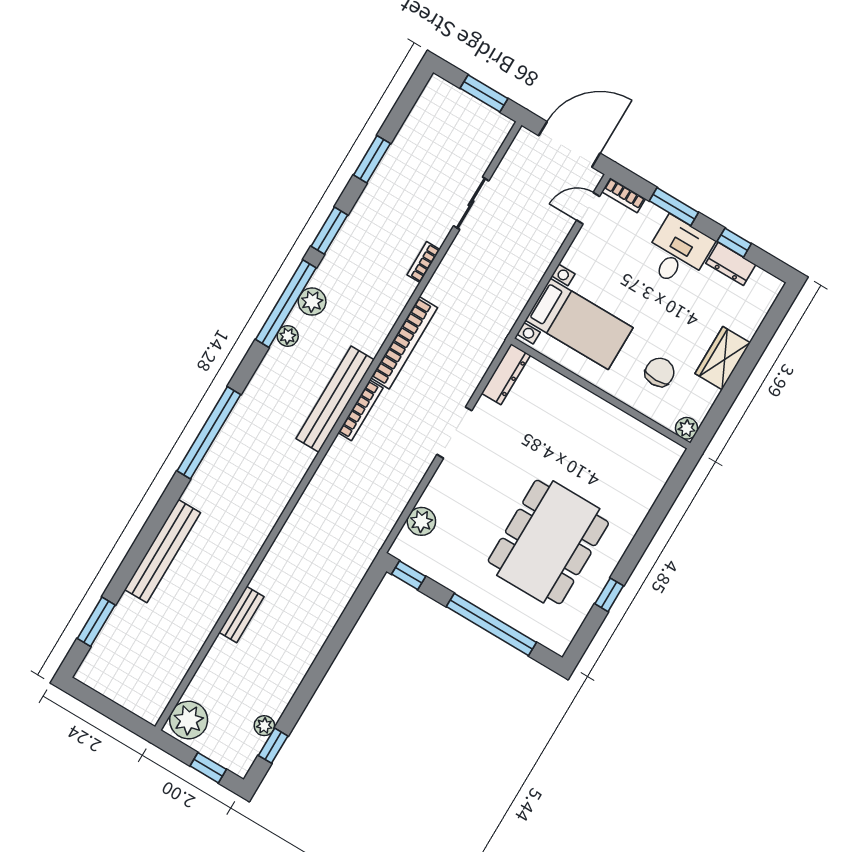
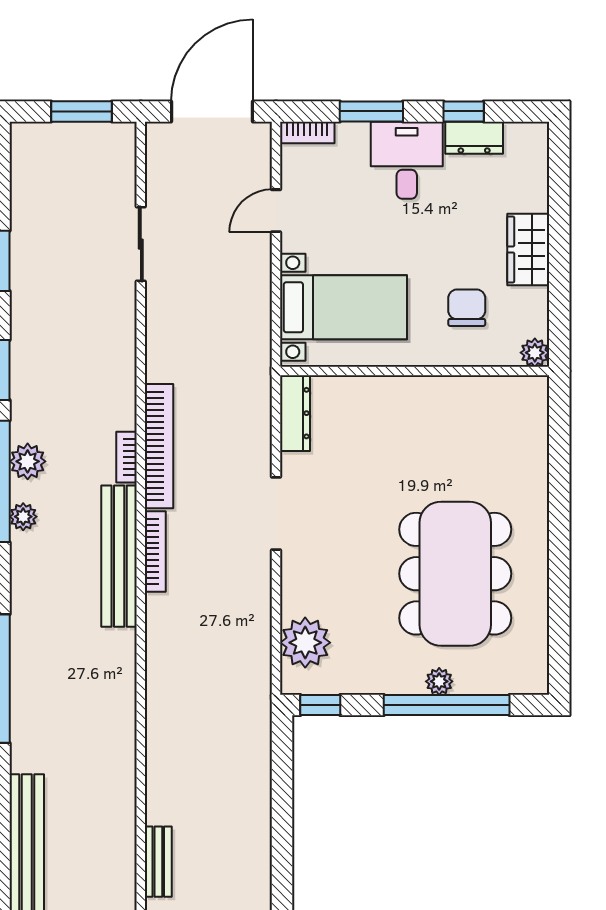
door: (588, 208) -> (276, 211), moved
bookcase: (423, 262) -> (127, 457), moved
plant: (421, 521) -> (305, 643), width x1.36, depth x1.36
window: (609, 595) -> (559, 592), removed
plant: (496, 606) -> (439, 681), added

